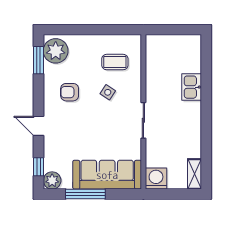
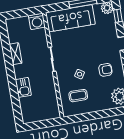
shelving: (194, 174) -> (16, 54), moved

